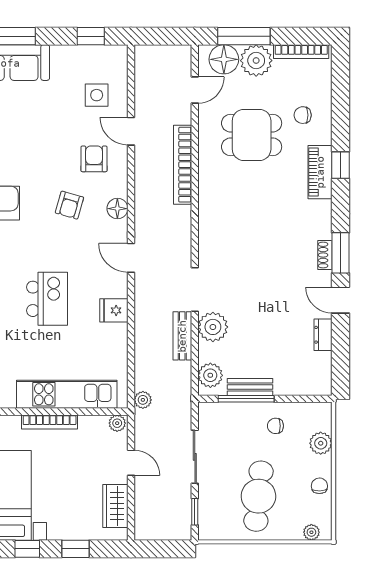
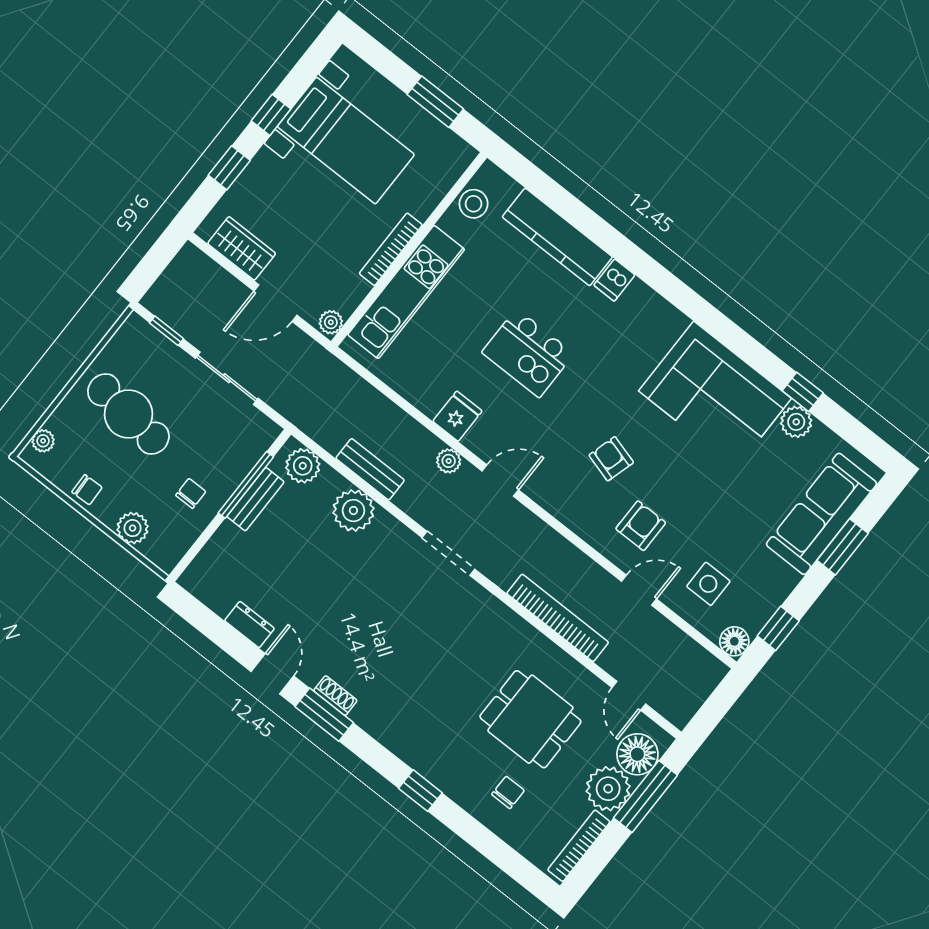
dining table: (252, 135) -> (530, 719), turned 90
armchair: (94, 159) -> (641, 526), turned -90
piano: (320, 172) -> (430, 762), removed
floor lamp: (117, 209) -> (734, 641), moved
doorway: (195, 290) -> (448, 553), moved
door: (341, 300) -> (272, 674), hinge flipped
plant: (143, 400) -> (449, 461), moved
door: (131, 463) -> (275, 303), width x1.38

